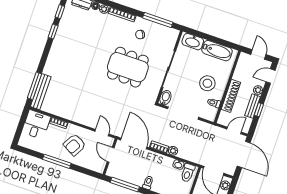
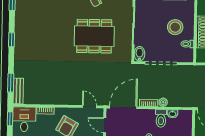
window: (53, 31) -> (11, 40), moved
window: (34, 86) -> (11, 83), width x0.69
bench: (41, 92) -> (18, 91), width x0.73
window: (23, 120) -> (10, 119), added
door: (134, 143) -> (123, 107), hinge flipped
toilet: (188, 173) -> (161, 118), moved

